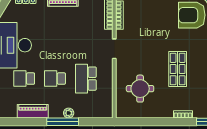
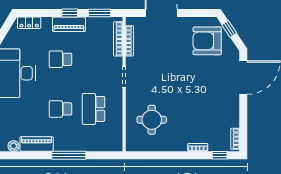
shop shelf: (178, 69) -> (192, 99), removed
school desk: (24, 79) -> (60, 59), moved
plant: (69, 113) -> (14, 146), moved

